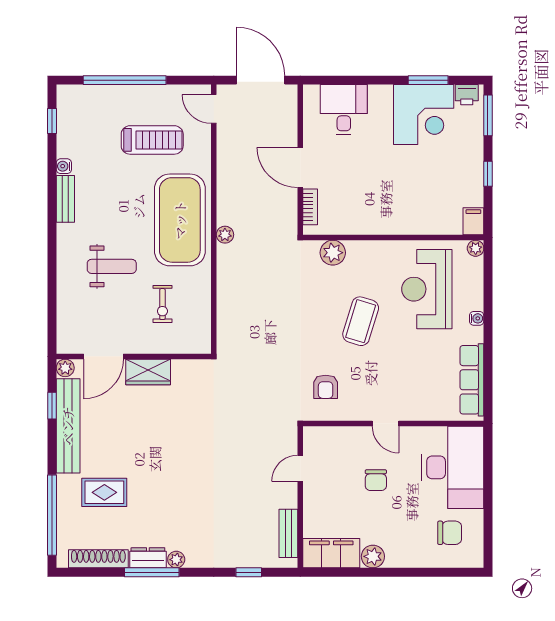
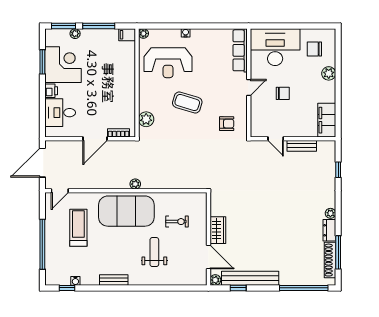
printer: (467, 95) -> (51, 91), moved
plant: (475, 134) -> (75, 34), added
water cooler: (64, 166) -> (75, 281), moved
window: (488, 174) -> (99, 26), width x2.17
row of seats: (472, 380) -> (240, 50), moved, turned 90
rug: (104, 492) -> (290, 256), removed
bench: (288, 533) -> (302, 146), moved
chair: (450, 533) -> (314, 49), turned -90
plant: (373, 556) -> (329, 73), moved
window: (152, 572) -> (338, 252), moved

